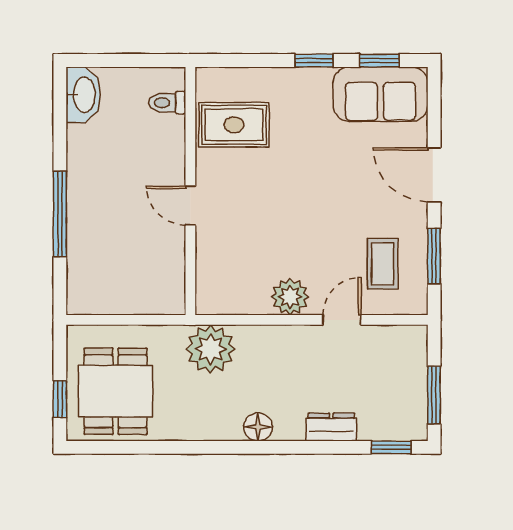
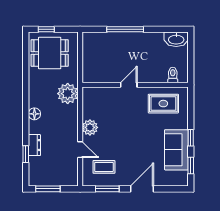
sofa: (380, 94) -> (176, 150), moved
rug: (234, 125) -> (163, 104), turned 90
window: (391, 447) -> (26, 154), moved

